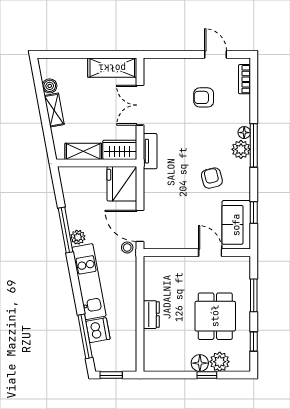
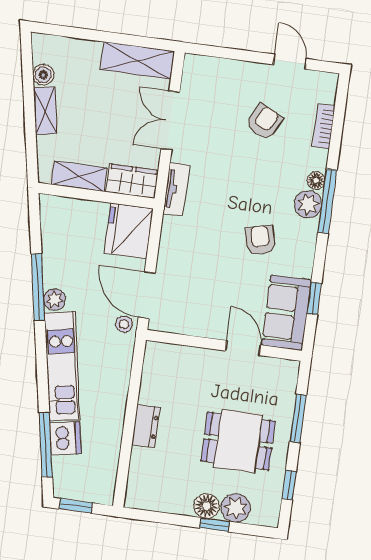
bookcase: (244, 79) -> (324, 126), moved
armchair: (204, 97) -> (264, 122), turned 116
dining table: (215, 316) -> (238, 441), turned 90

